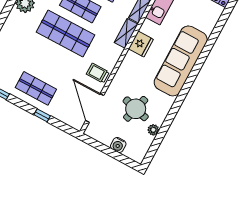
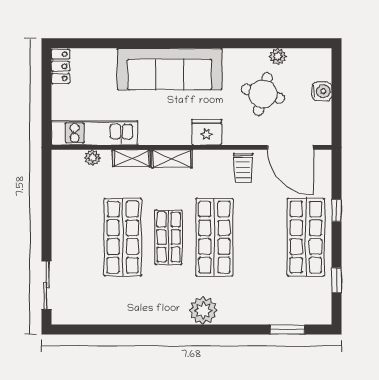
fridge: (141, 44) -> (207, 132), moved
shop shelf: (36, 88) -> (306, 237), width x1.43, depth x1.36
door: (95, 108) -> (290, 147), hinge flipped

